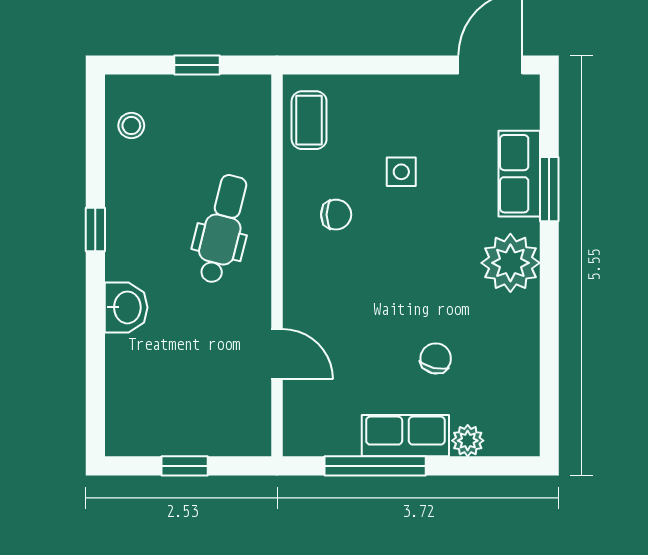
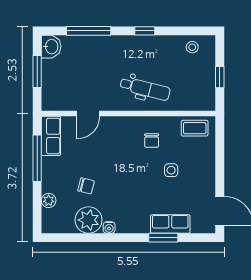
plant: (510, 263) -> (89, 220), moved
washbasin: (126, 307) -> (51, 47), moved, turned -90
water cooler: (527, 308) -> (109, 228), added
window: (95, 353) -> (89, 31), added
row of seats: (405, 436) -> (51, 136), moved
window: (185, 466) -> (37, 71), width x1.50

